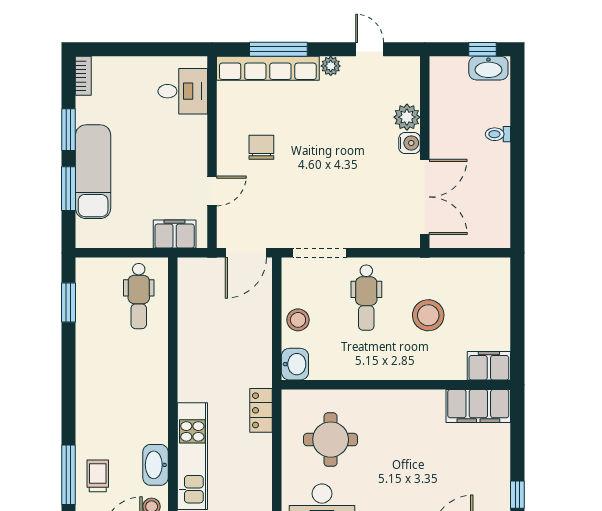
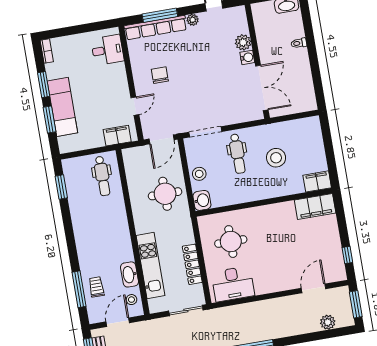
round table: (236, 343) -> (165, 194), added
locker: (261, 410) -> (192, 264), moved, width x1.53

